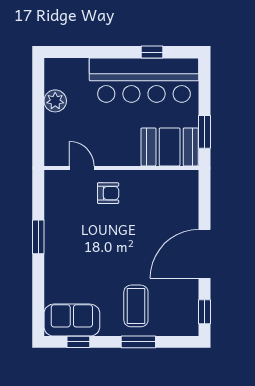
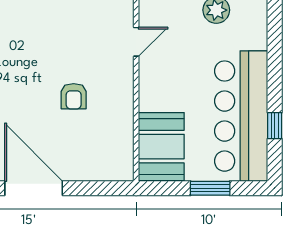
window: (204, 132) -> (210, 188), moved
armchair: (108, 193) -> (74, 96), moved

